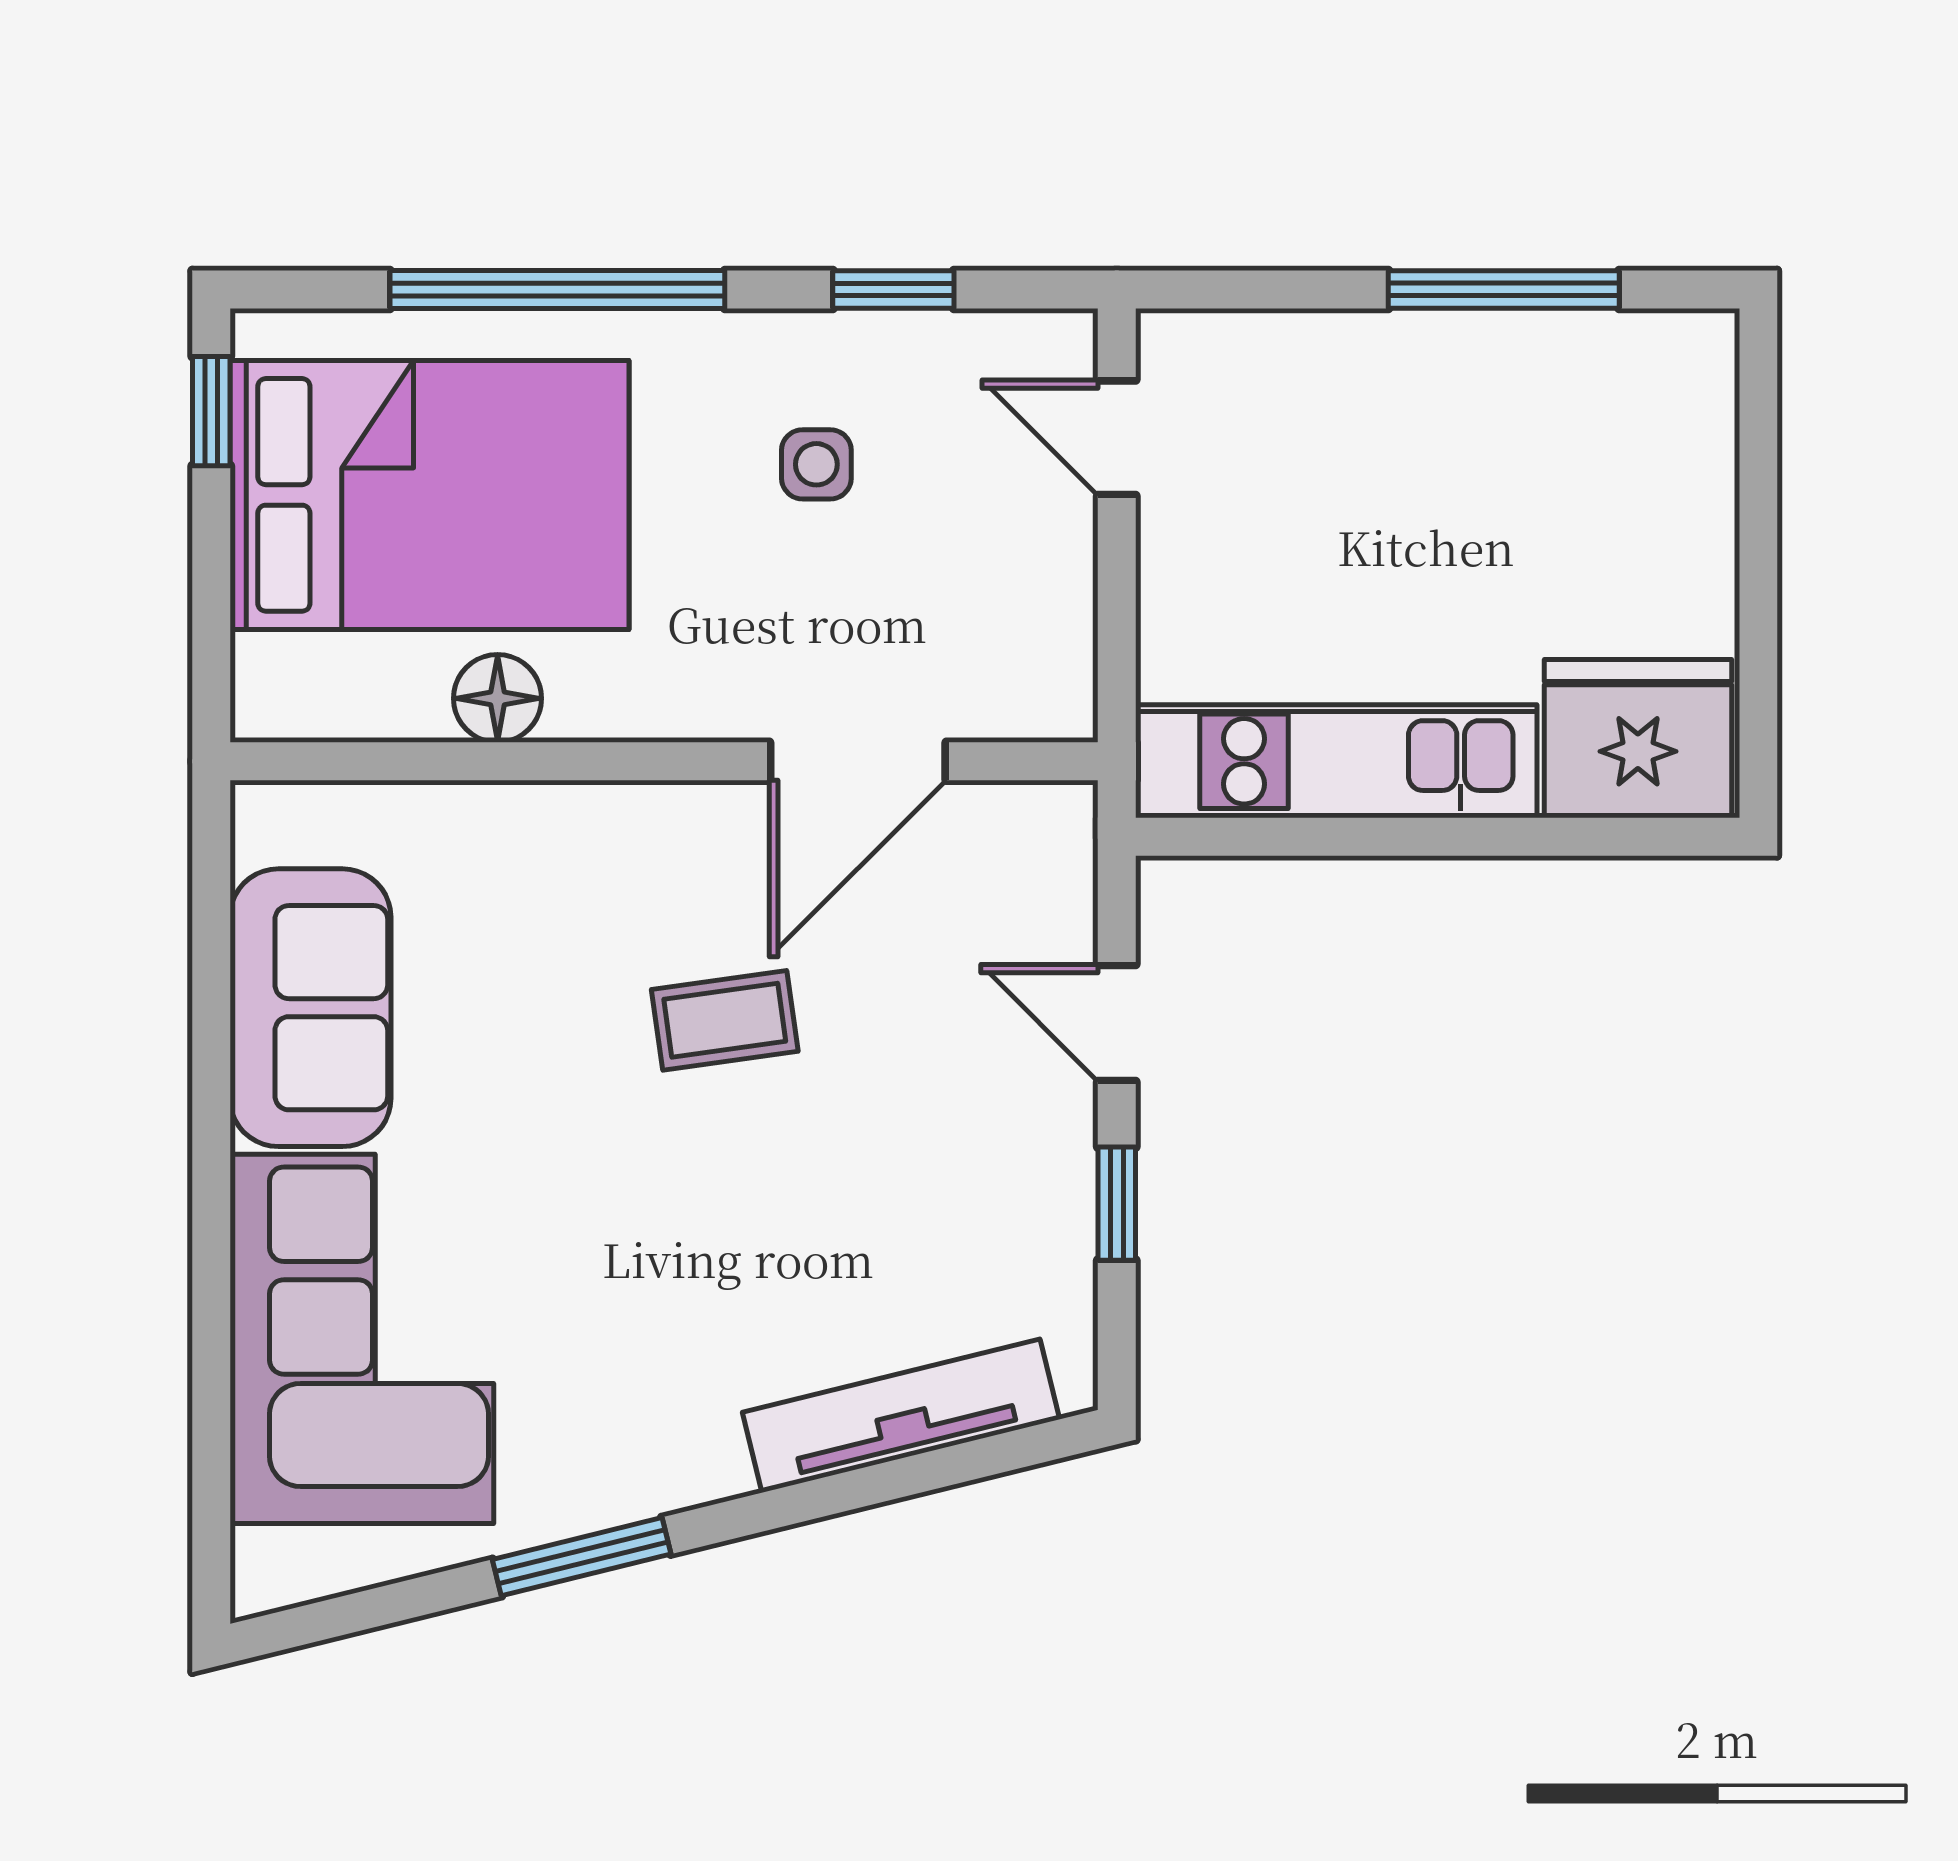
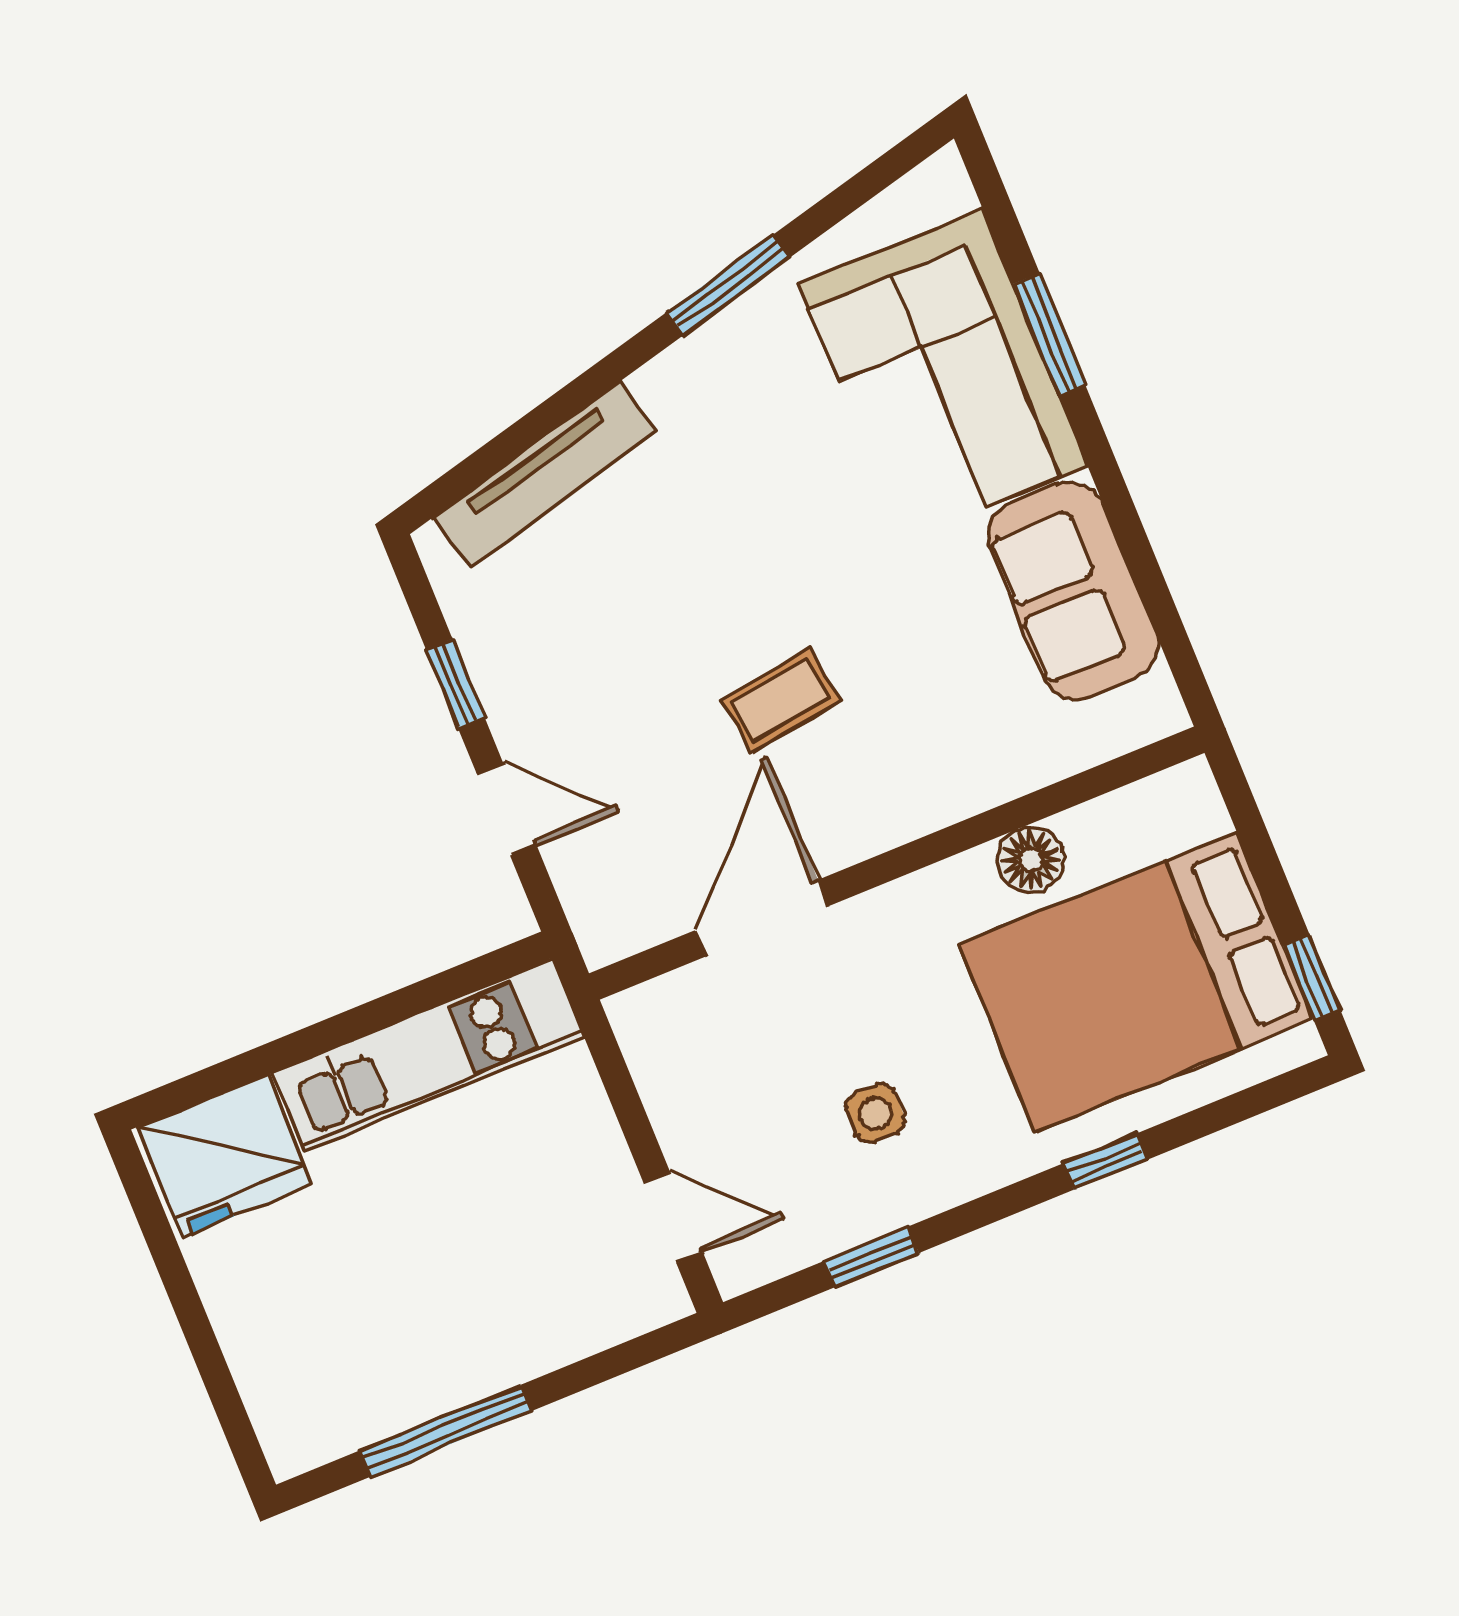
window: (557, 289) -> (1105, 1162), width x0.32
window: (211, 1335) -> (1049, 335), added

